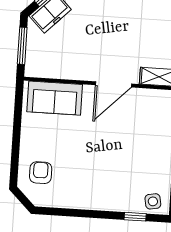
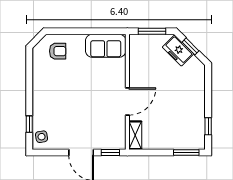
door: (113, 84) -> (127, 101), swing flipped
sofa: (55, 98) -> (106, 46), moved, turned -90

